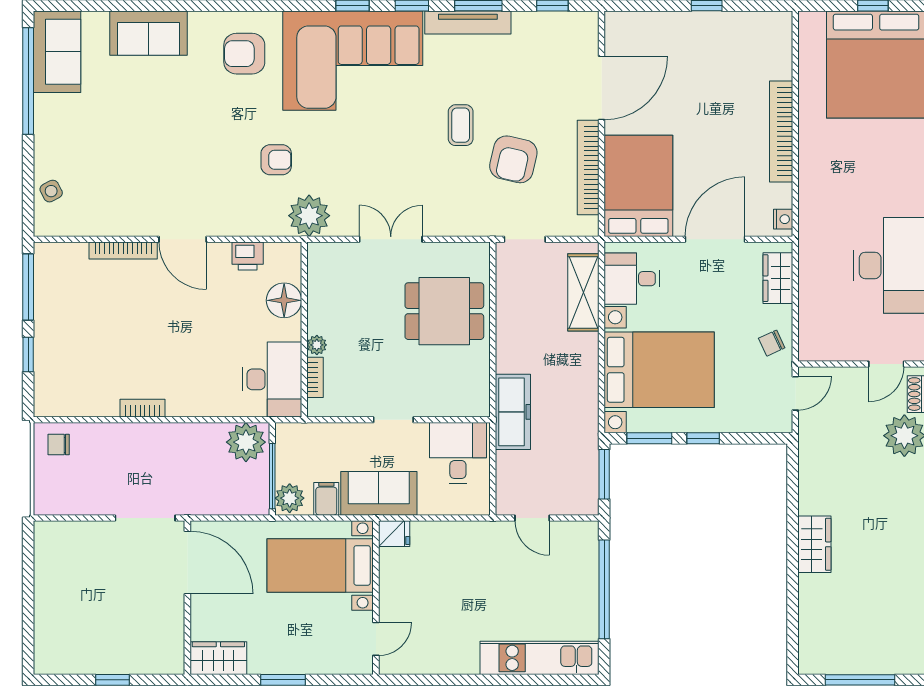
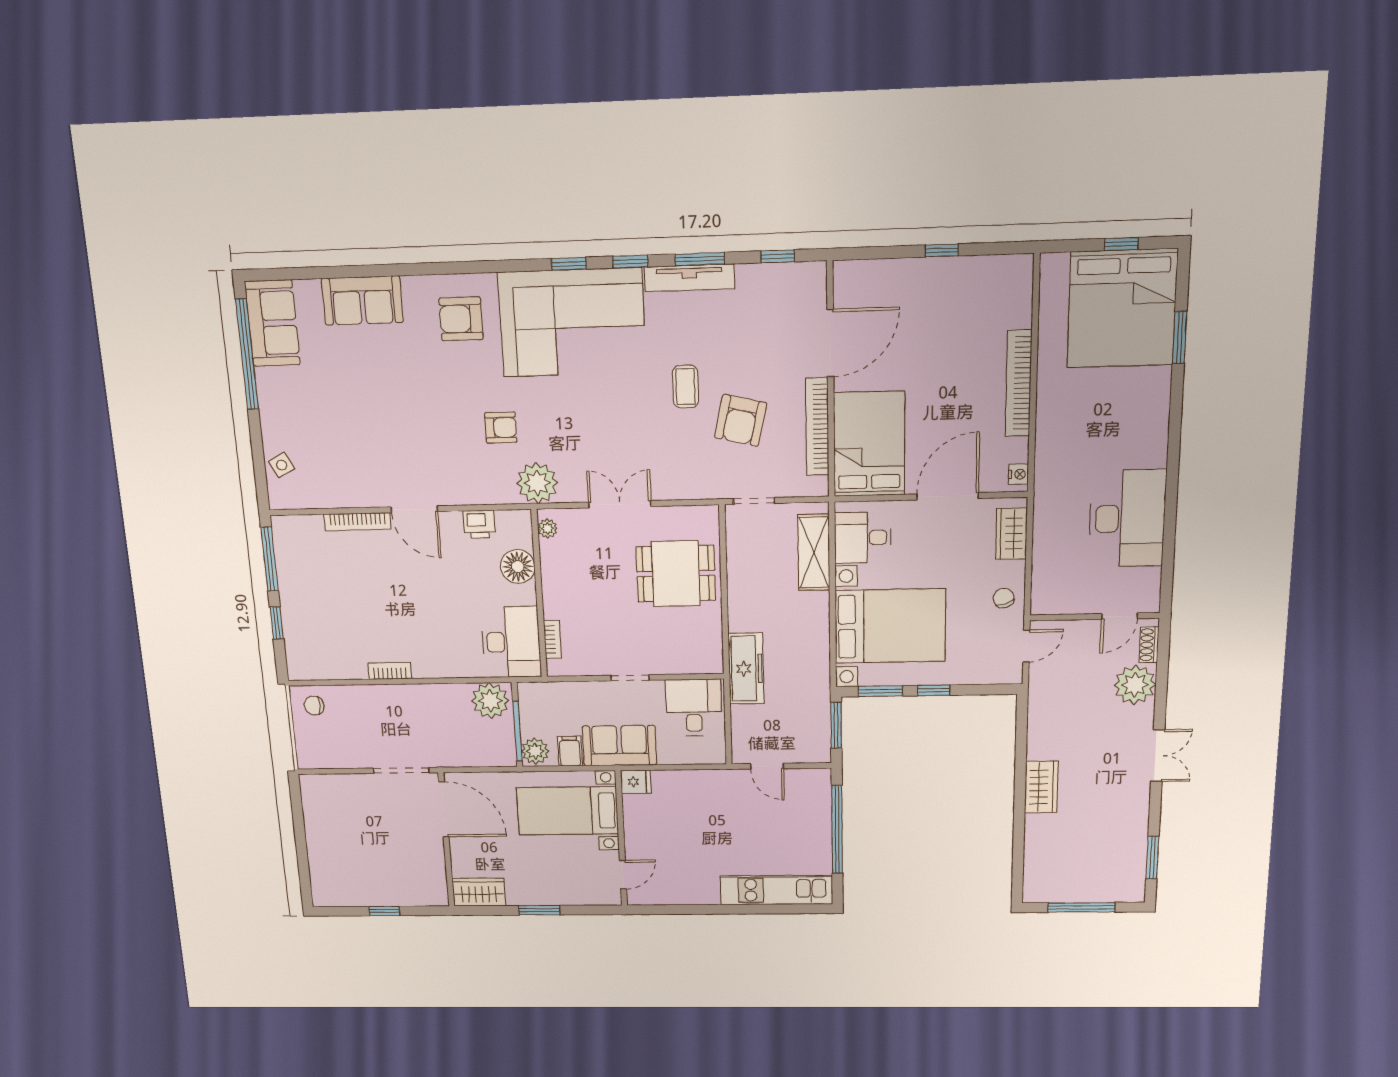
chair: (772, 343) -> (1004, 598), turned 97
plant: (317, 345) -> (548, 529), moved

